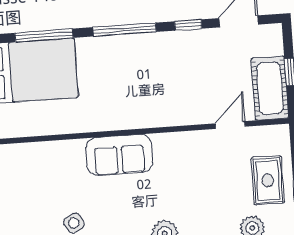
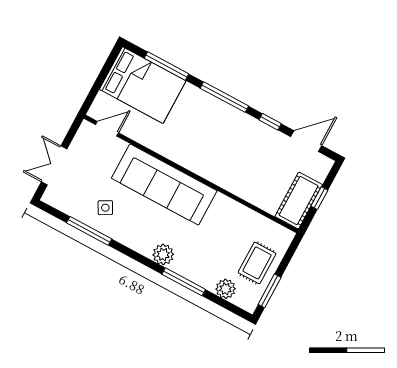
door: (230, 125) -> (107, 129), moved
sofa: (119, 155) -> (164, 184), width x1.85, depth x1.27

